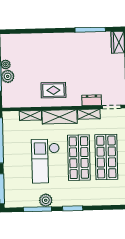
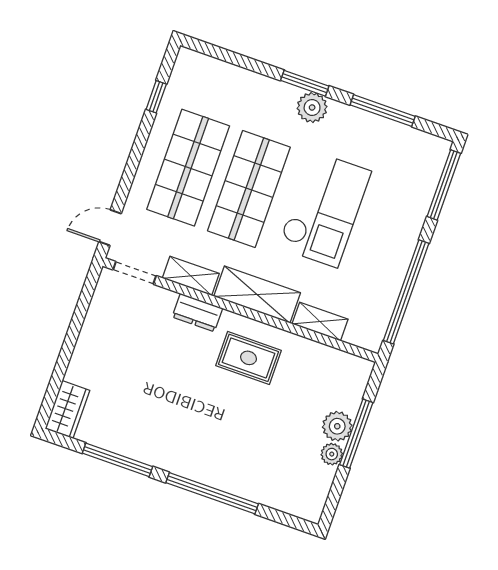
window: (47, 31) -> (212, 493), added
dresser: (92, 100) -> (197, 313), moved
plant: (46, 200) -> (312, 107), moved

